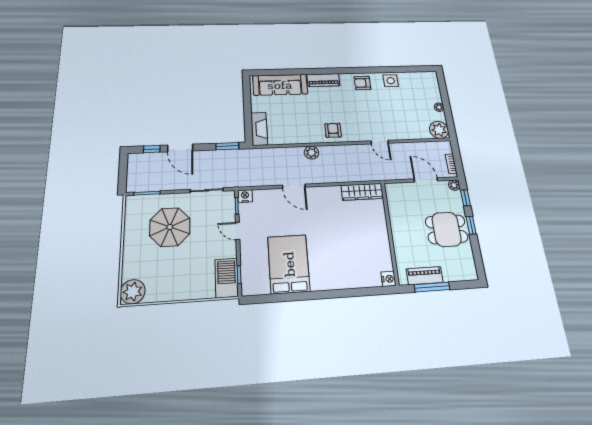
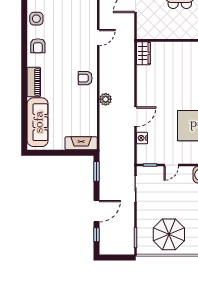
wardrobe: (362, 192) -> (143, 53), width x0.67
nightstand: (245, 196) -> (142, 138), moved
parasol: (170, 227) -> (169, 234), moved

